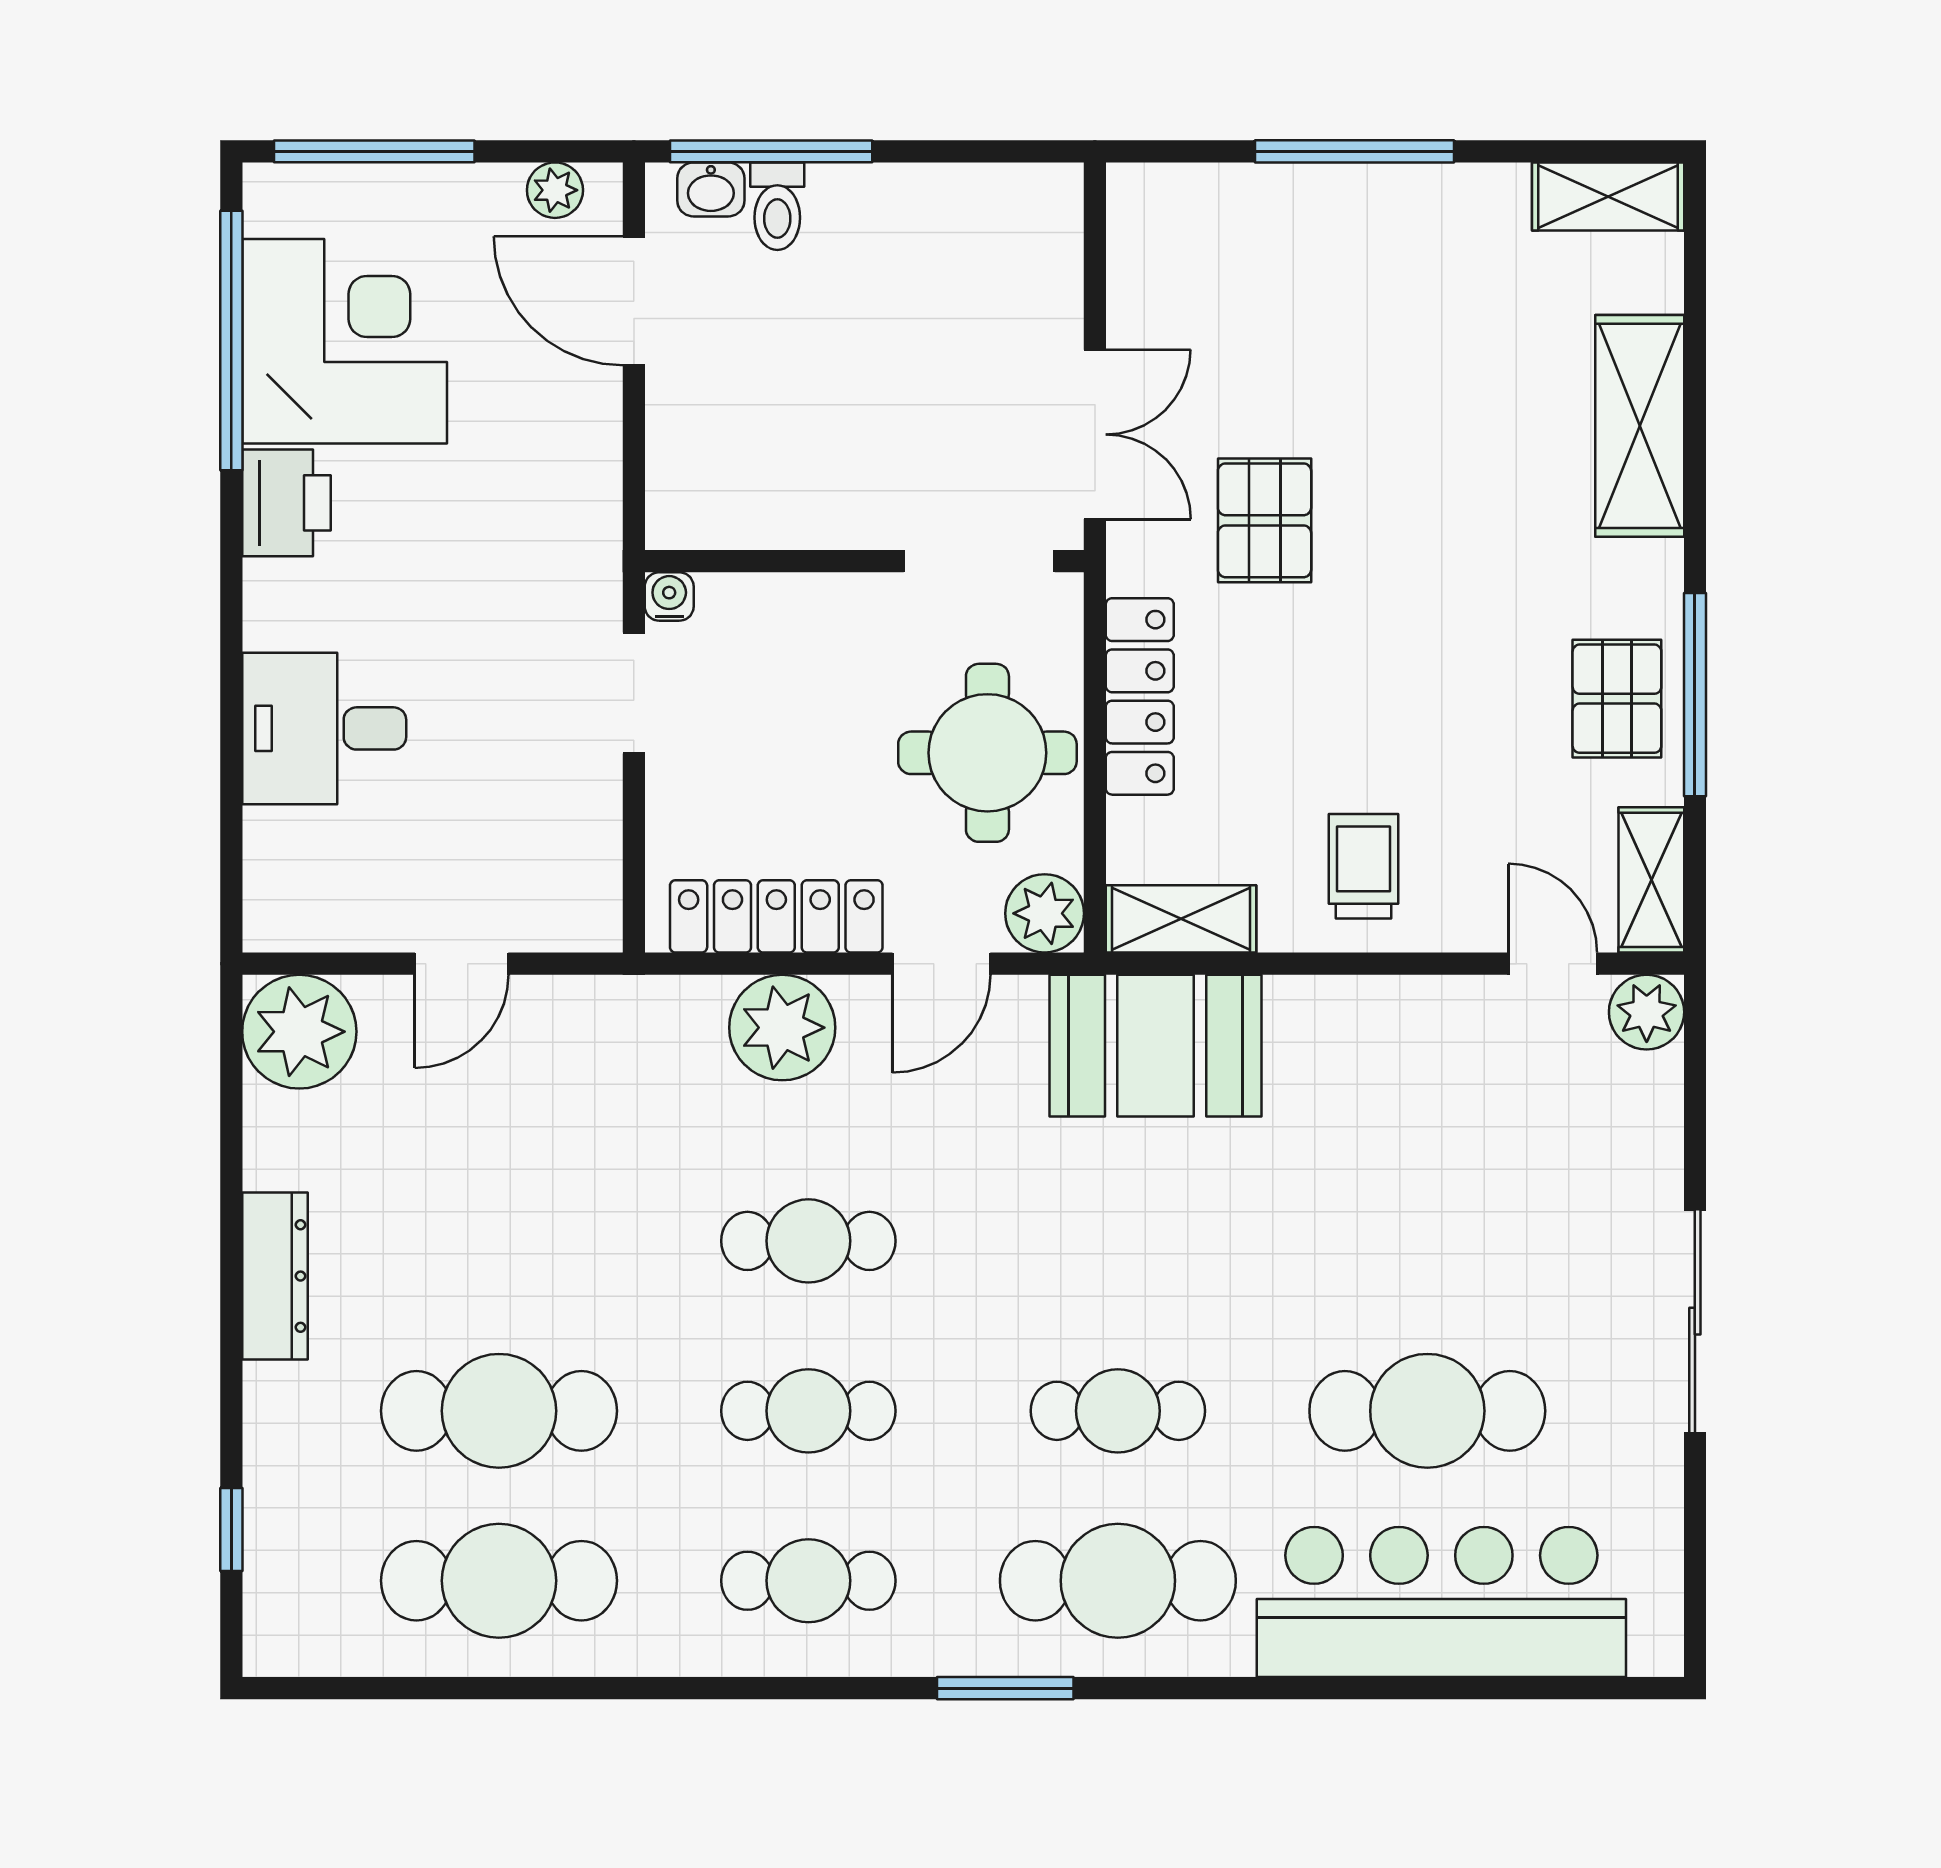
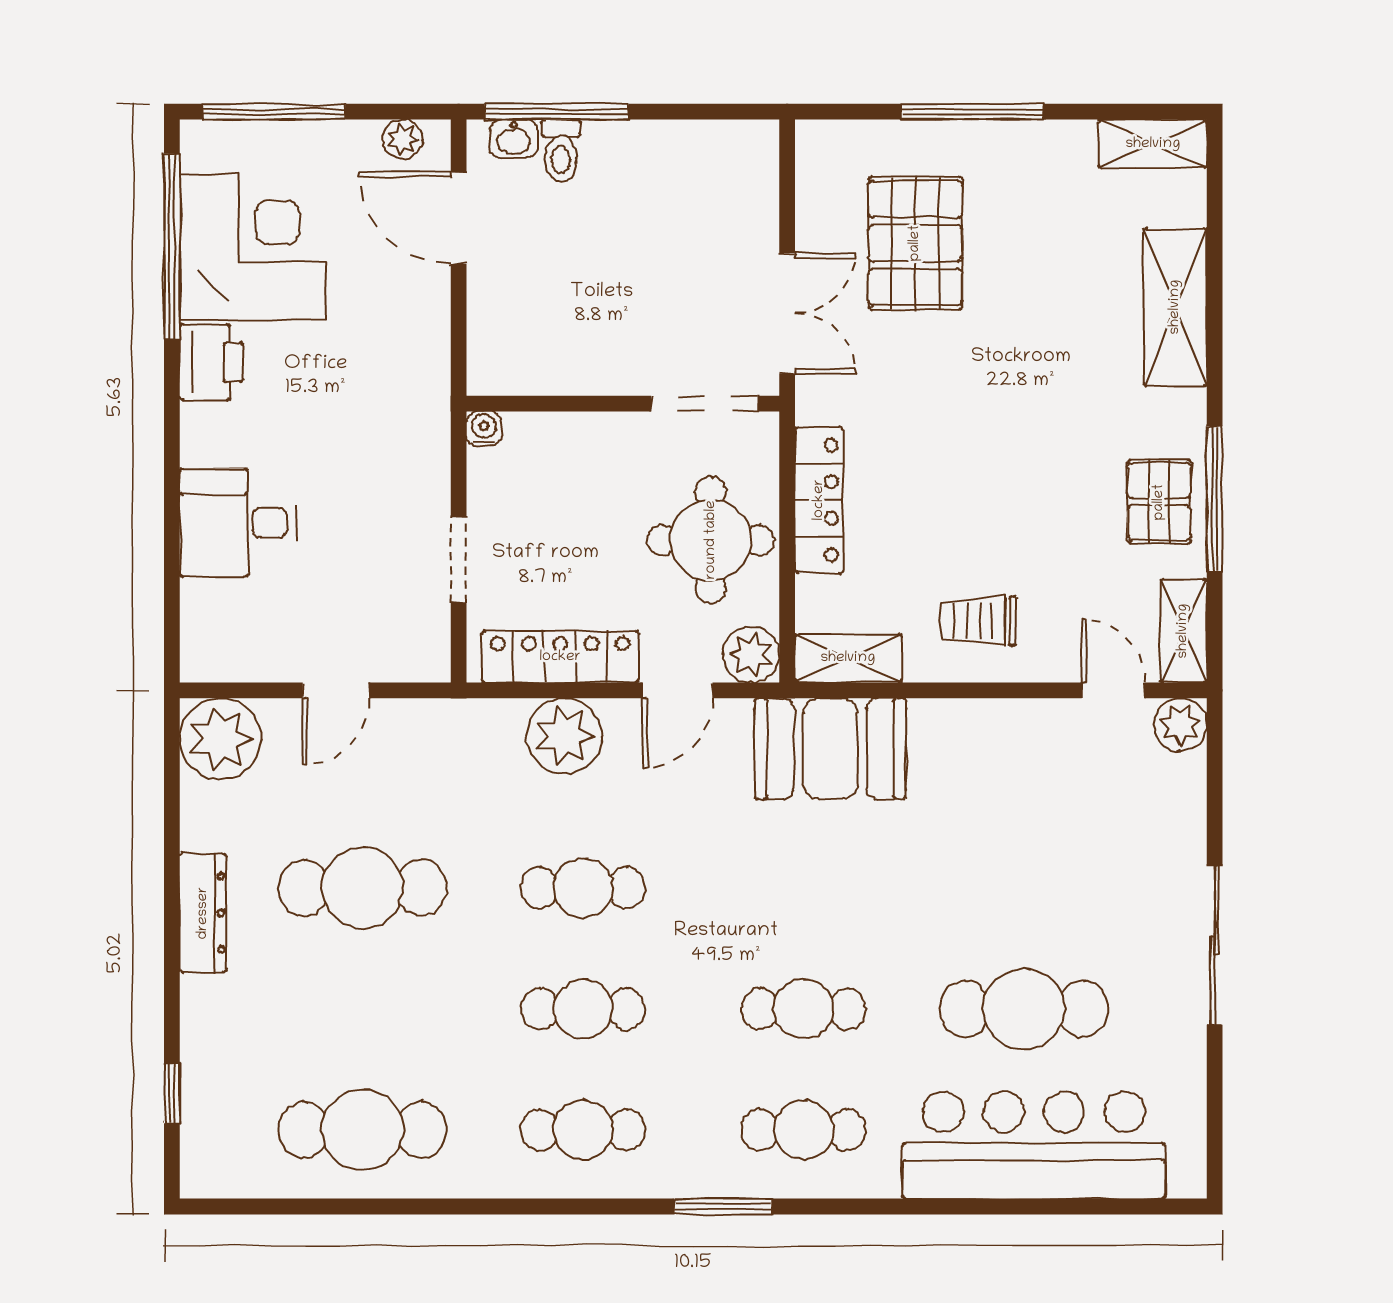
pallet: (1265, 520) -> (915, 243), moved, width x1.50, depth x1.42
doorway: (634, 693) -> (459, 560), moved
trolley: (1363, 866) -> (978, 621), turned -90
cafe table: (499, 1411) -> (363, 888), moved
cafe table: (1118, 1581) -> (804, 1130), width x0.73, depth x0.74

